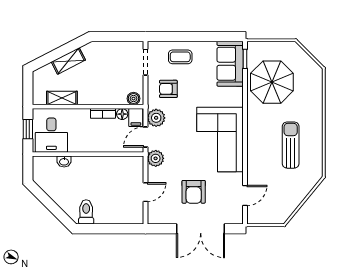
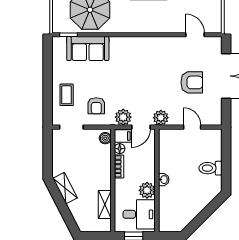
shelving: (68, 61) -> (65, 188), moved
sofa: (230, 64) -> (88, 49), moved
door: (145, 137) -> (141, 127), hinge flipped
corner sofa: (220, 140) -> (143, 58), removed
plant: (77, 144) -> (147, 190), added
washbasin: (64, 161) -> (164, 180), moved
toilet: (86, 212) -> (210, 168), moved

